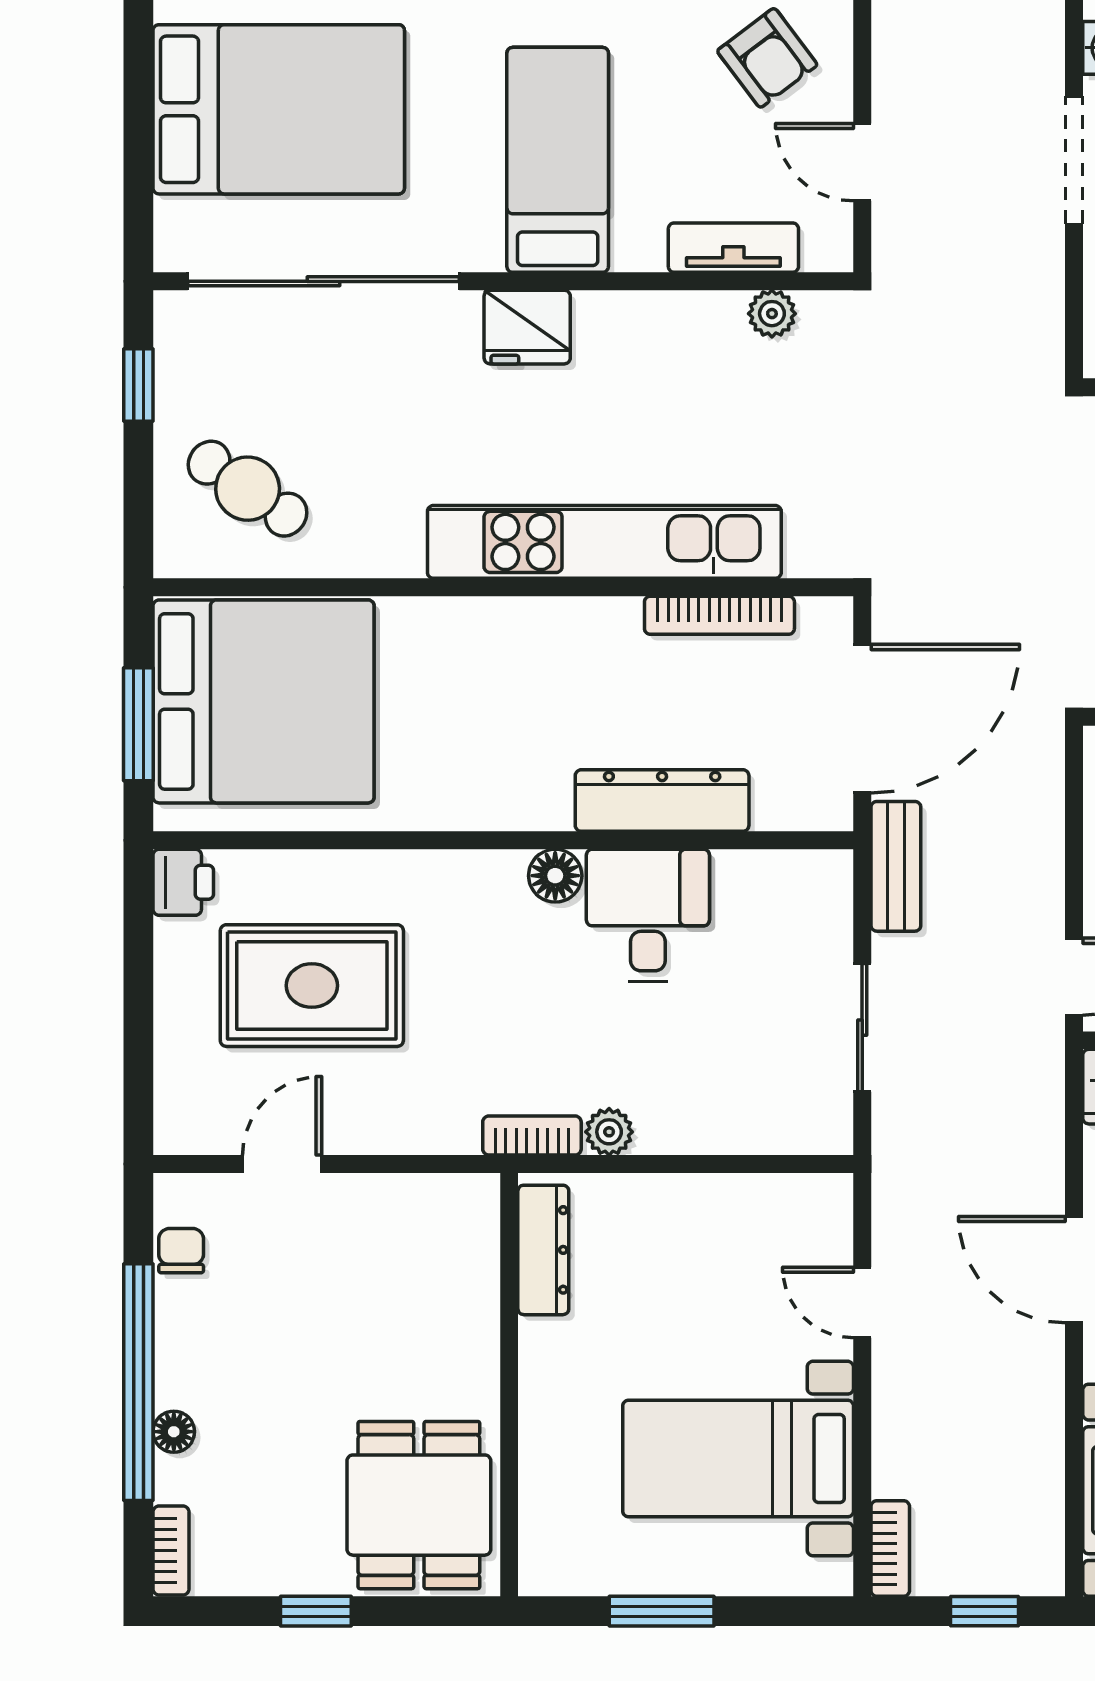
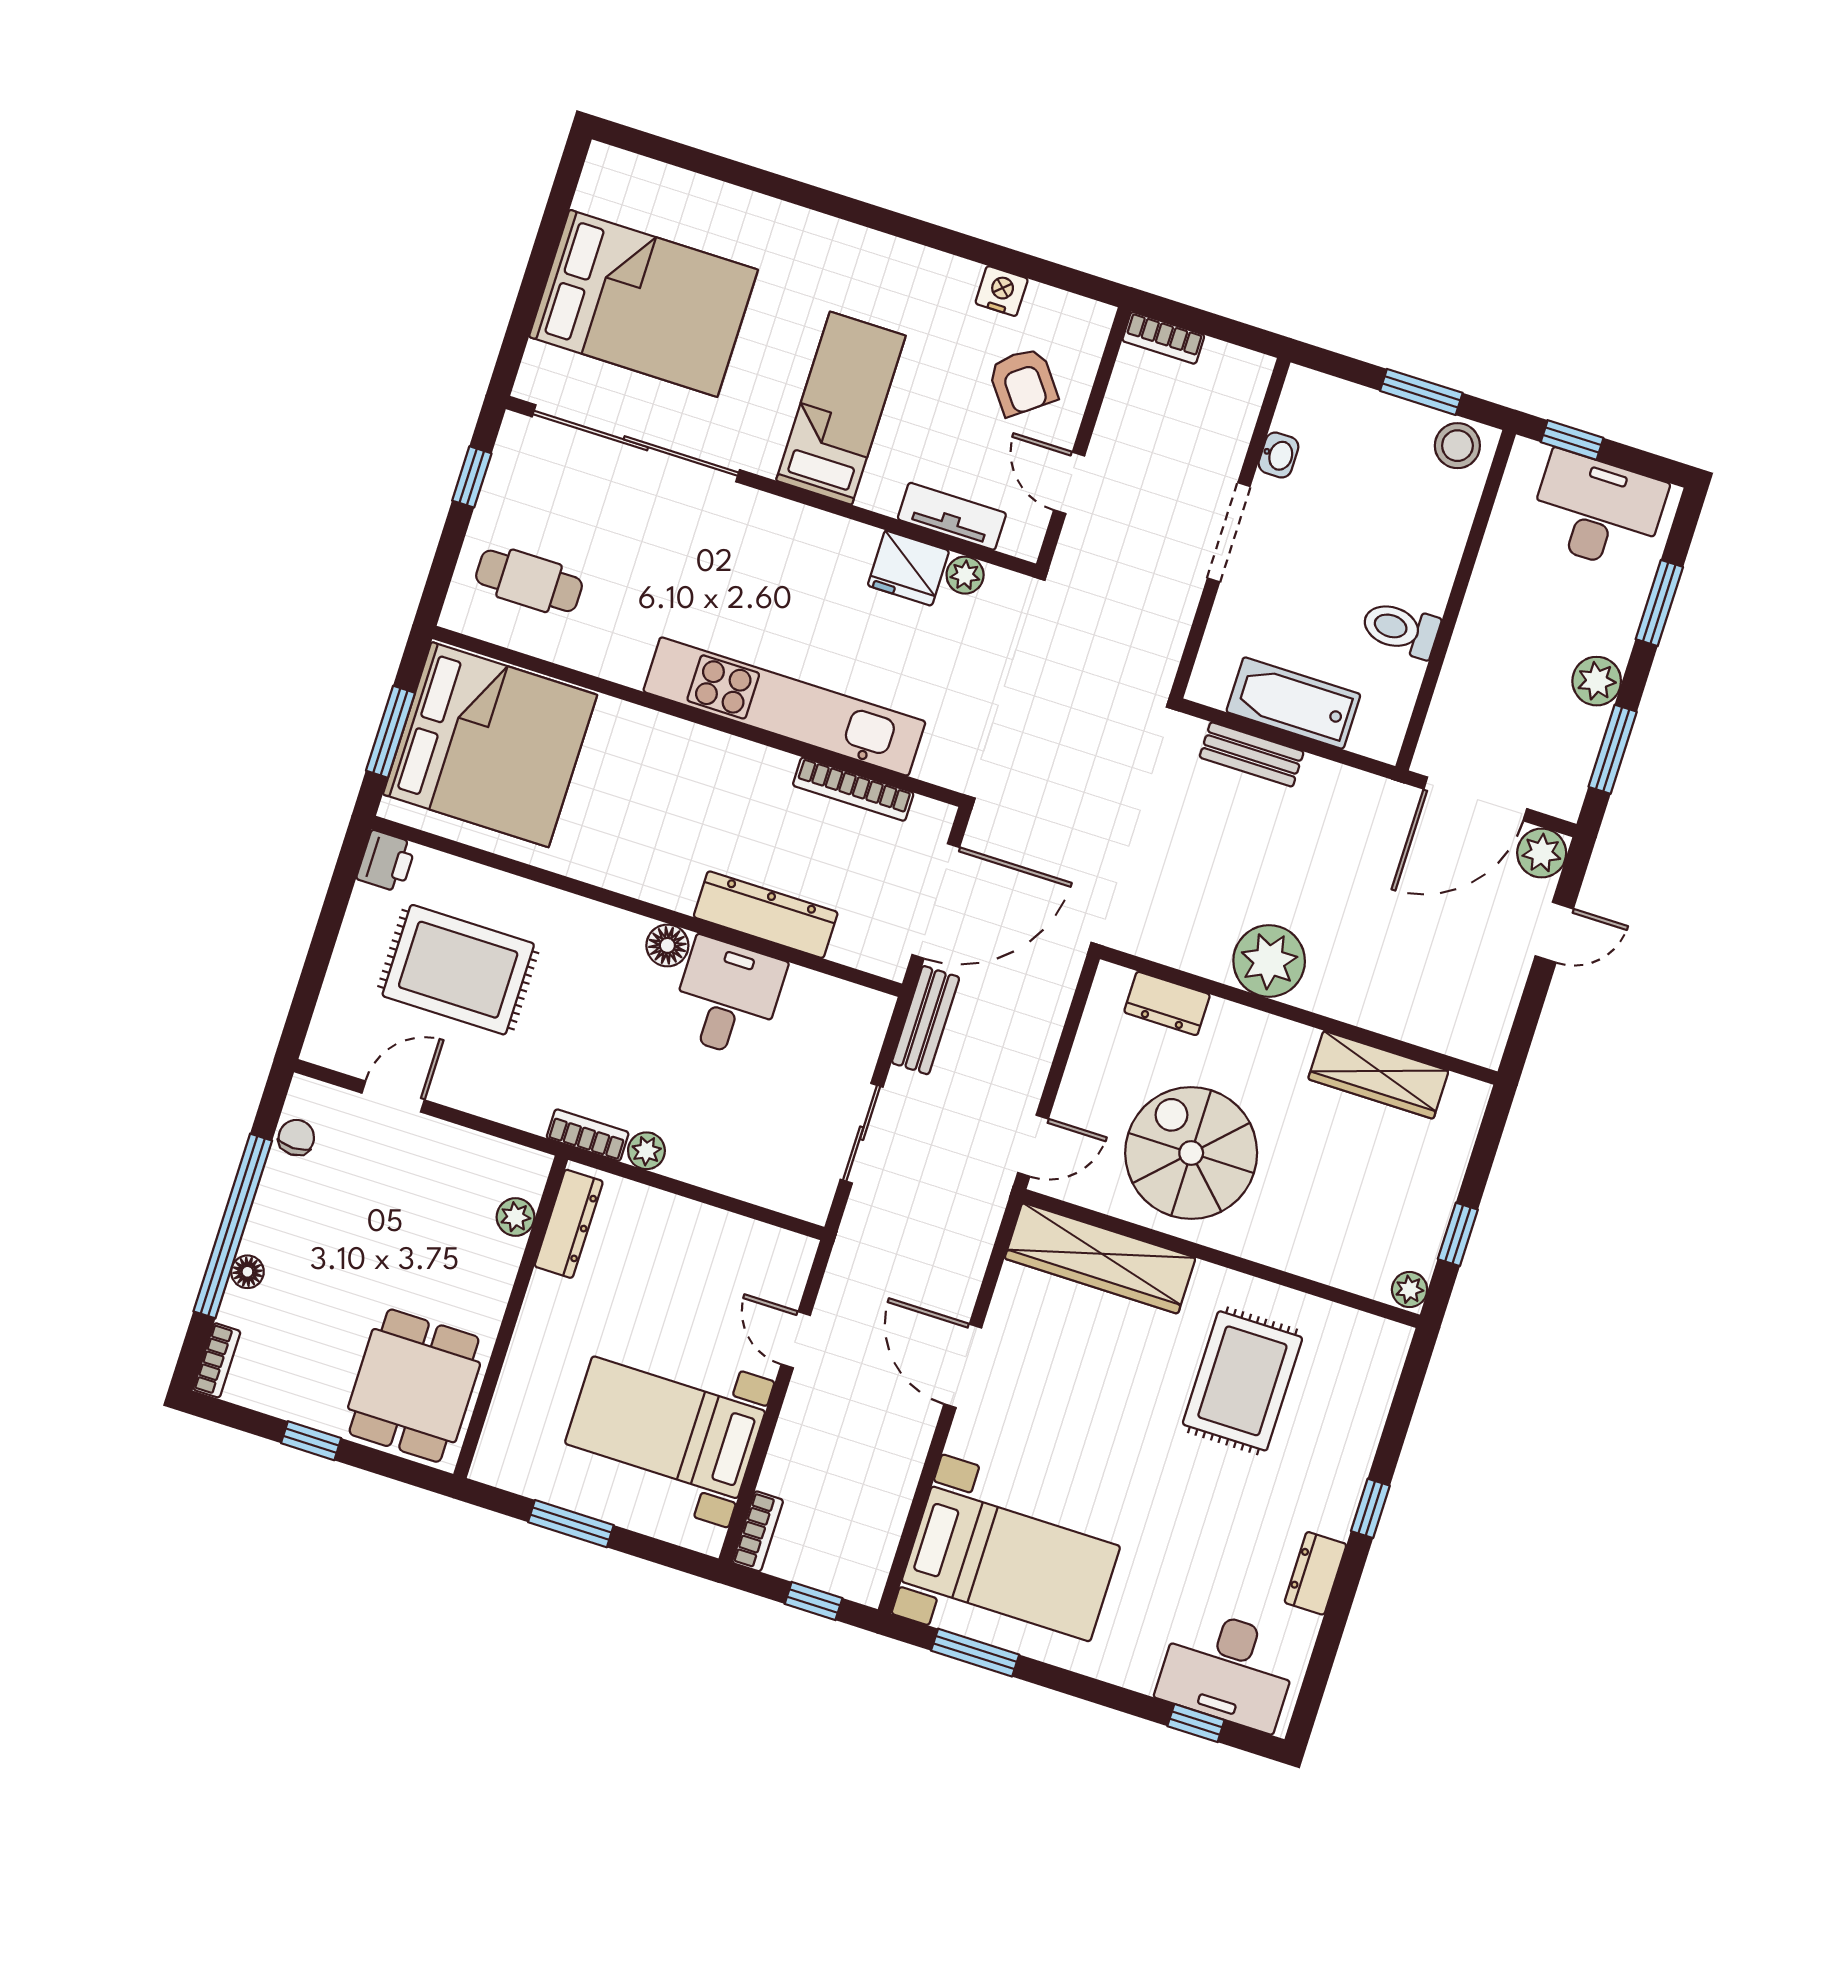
fridge: (527, 327) -> (908, 568), moved
cafe table: (248, 489) -> (529, 581), turned -34
plant: (476, 1262) -> (515, 1217), added

